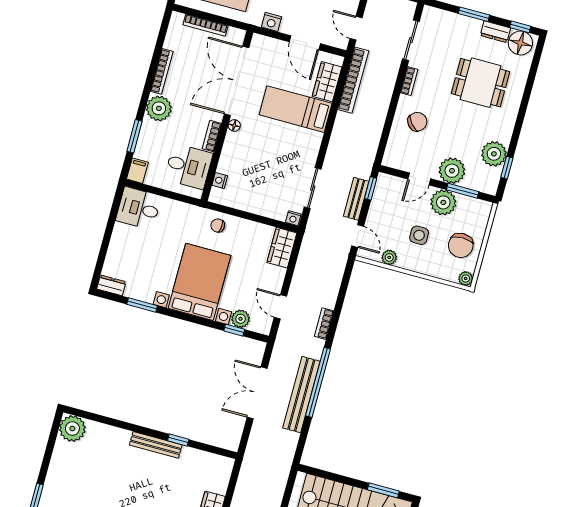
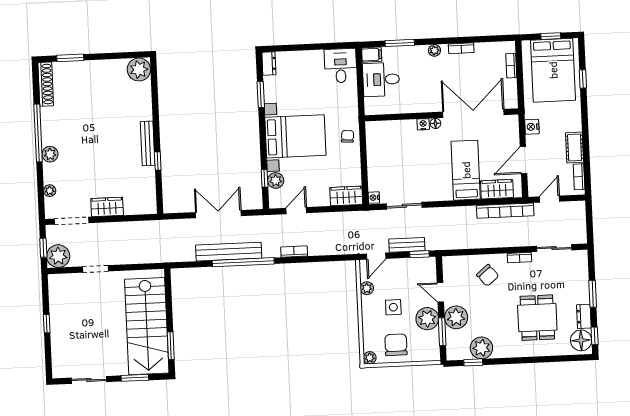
bookcase: (206, 25) -> (511, 66), width x0.64
bookcase: (162, 71) -> (461, 48), width x0.64
plant: (159, 108) -> (434, 50), width x0.53, depth x0.53
bookcase: (212, 136) -> (421, 108), removed
desk: (188, 166) -> (381, 79), moved, turned 90
nightstand: (220, 181) -> (423, 124), moved
chair: (461, 245) -> (396, 345), turned 90

